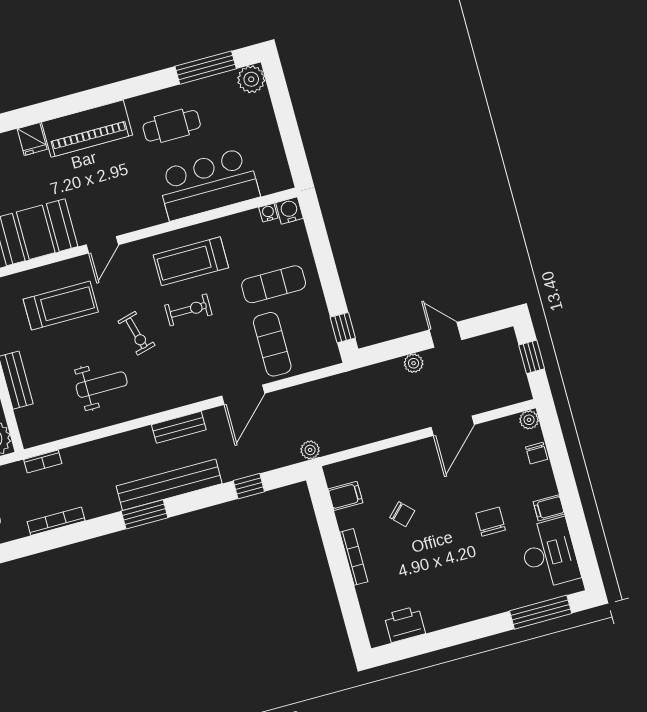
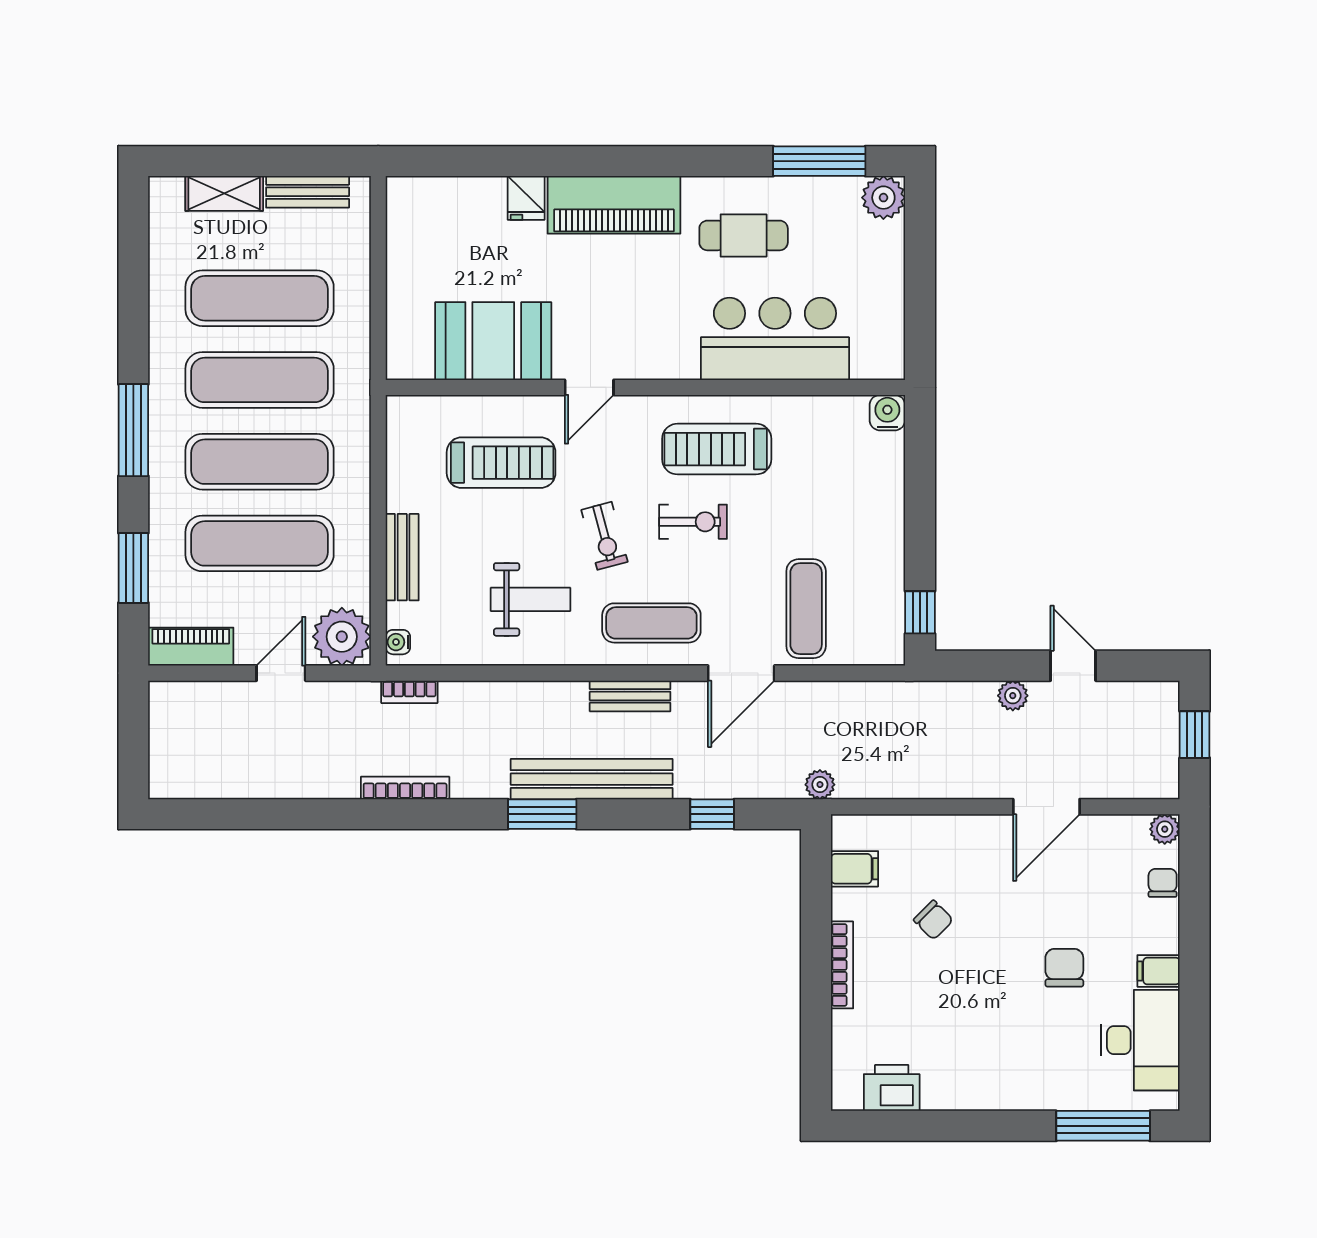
water cooler: (268, 213) -> (398, 642), moved, turned -90
exercise mat: (274, 284) -> (651, 623), moved
chair: (537, 453) -> (1163, 883), turned 180

